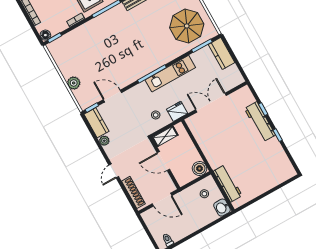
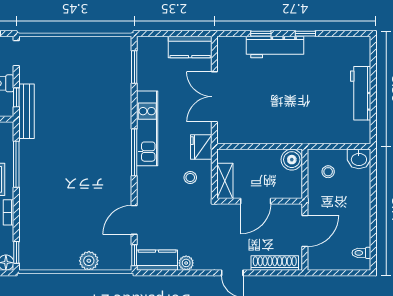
parasol: (187, 26) -> (97, 72), removed
kitchen counter: (222, 53) -> (190, 47), moved
workbench: (228, 183) -> (361, 93), moved, turned -90

